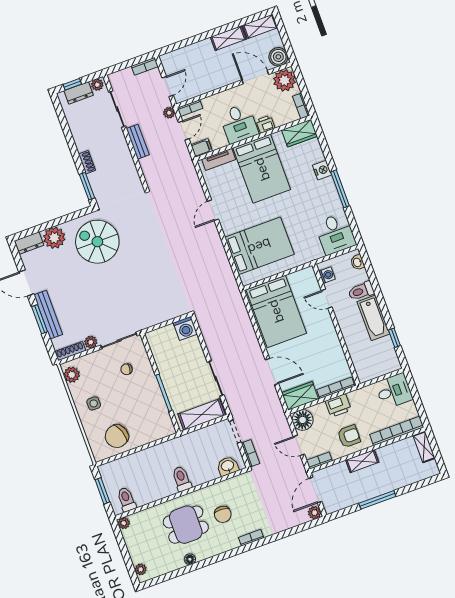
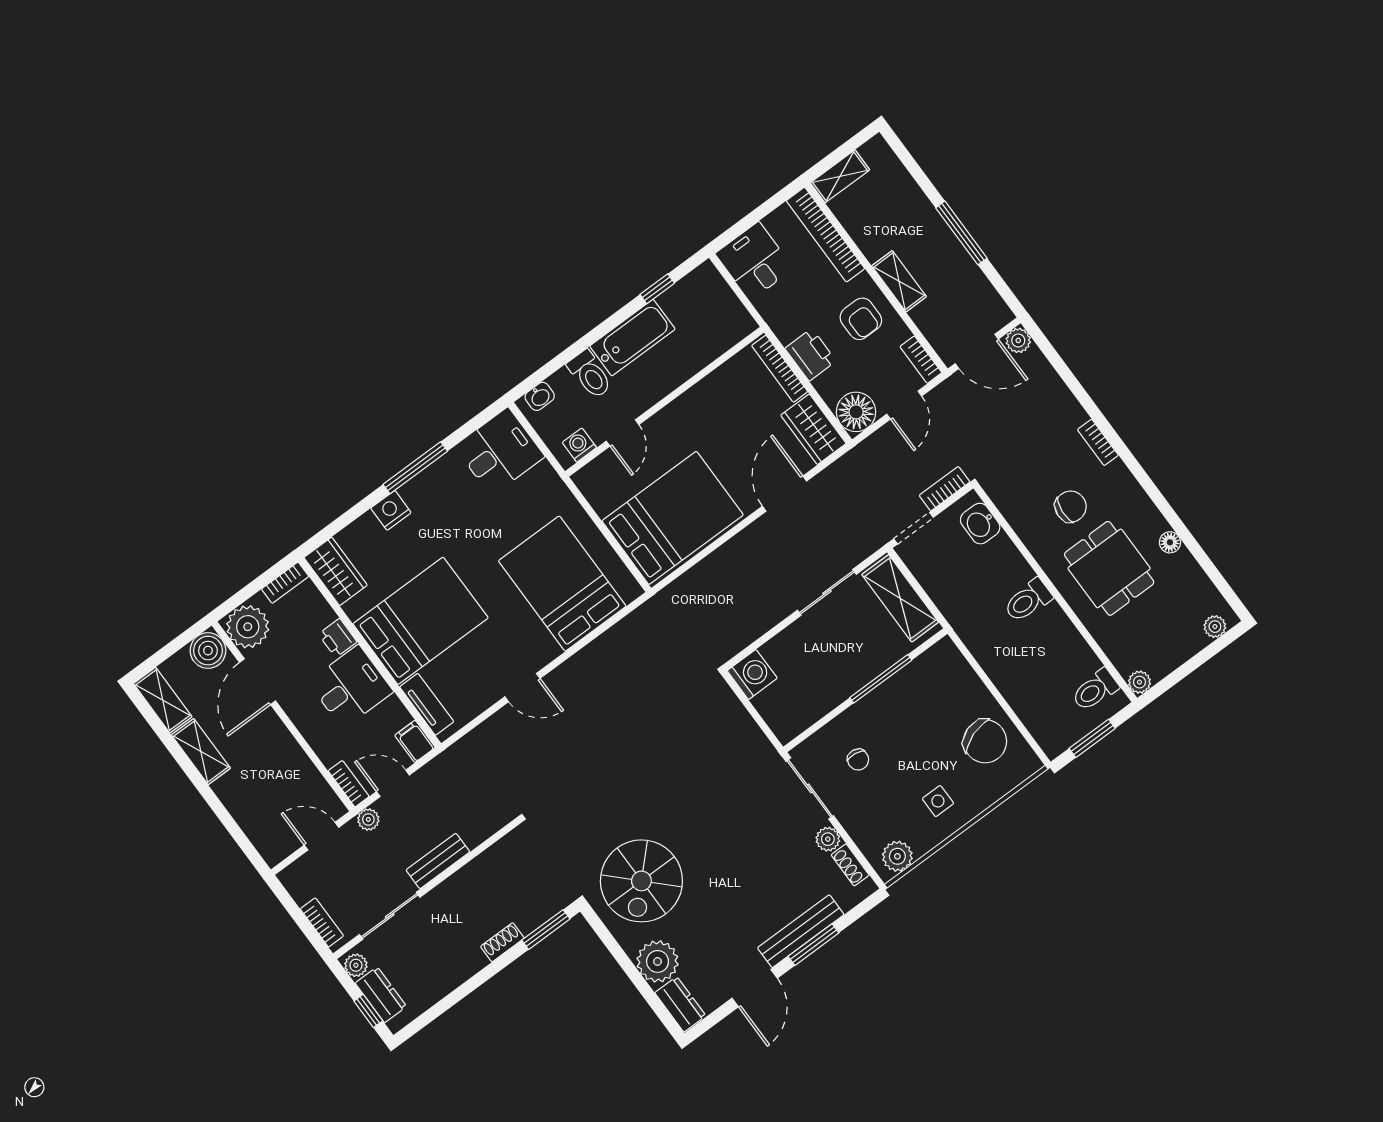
bookcase: (145, 66) -> (322, 922), moved
shoe rack: (70, 351) -> (850, 865), width x0.70
armchair: (349, 436) -> (861, 319), turned 180

